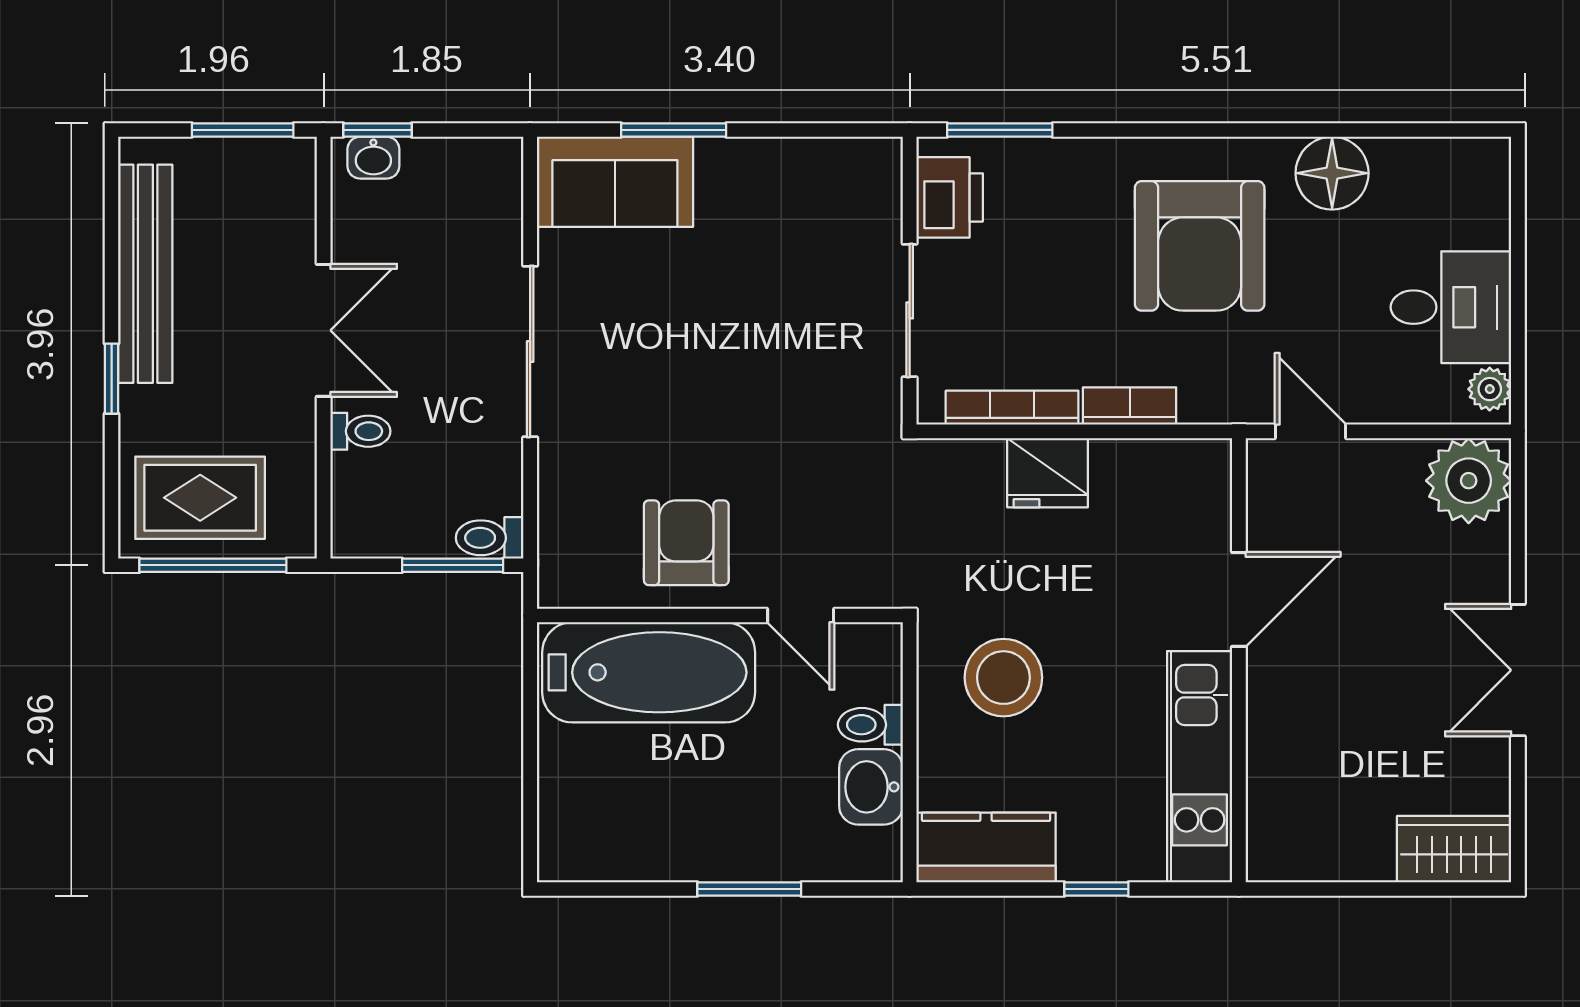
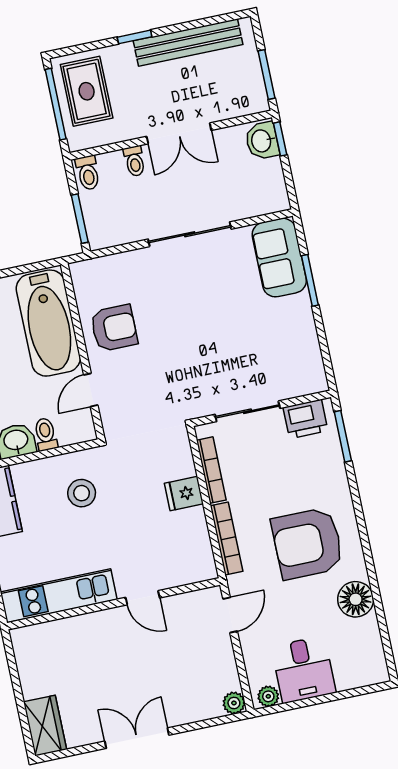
washbasin: (373, 158) -> (262, 141), width x1.38, depth x1.45
bookcase: (1130, 406) -> (227, 539), width x1.56
fridge: (1048, 473) -> (184, 494), width x0.72
plant: (1469, 481) -> (234, 703), width x0.53, depth x0.53
toilet: (490, 538) -> (88, 173), moved, turned 180
door: (1239, 599) -> (143, 598), width x0.73
stool: (1003, 678) -> (82, 493), width x0.73, depth x0.73

